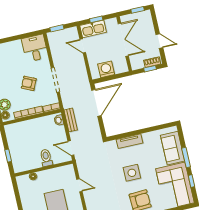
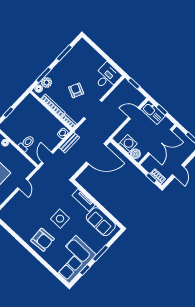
door: (83, 46) -> (134, 113), hinge flipped
boiler: (119, 68) -> (135, 154), added
sofa: (173, 148) -> (101, 222), moved, turned -90

